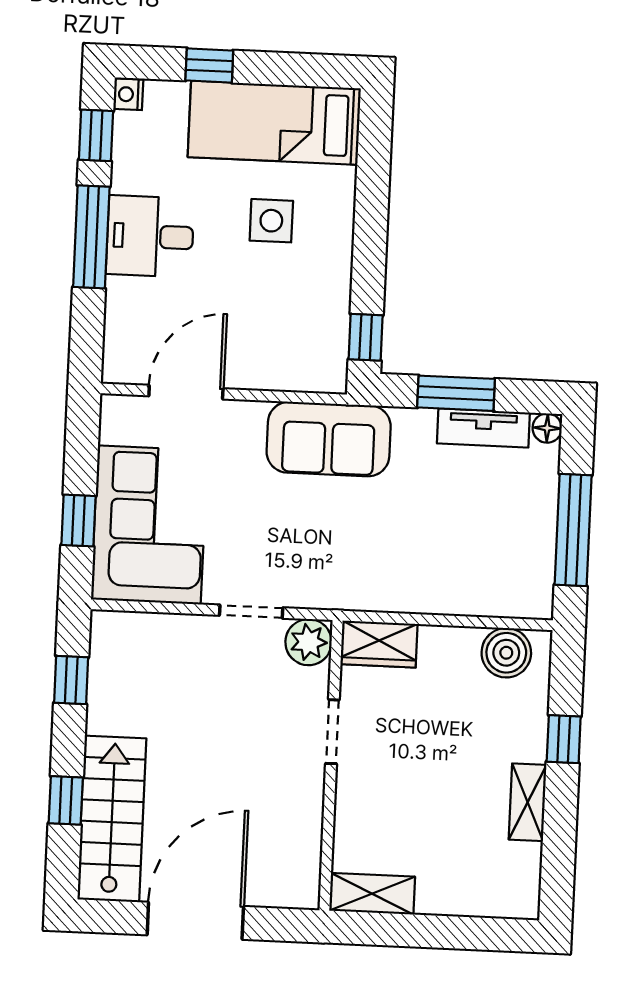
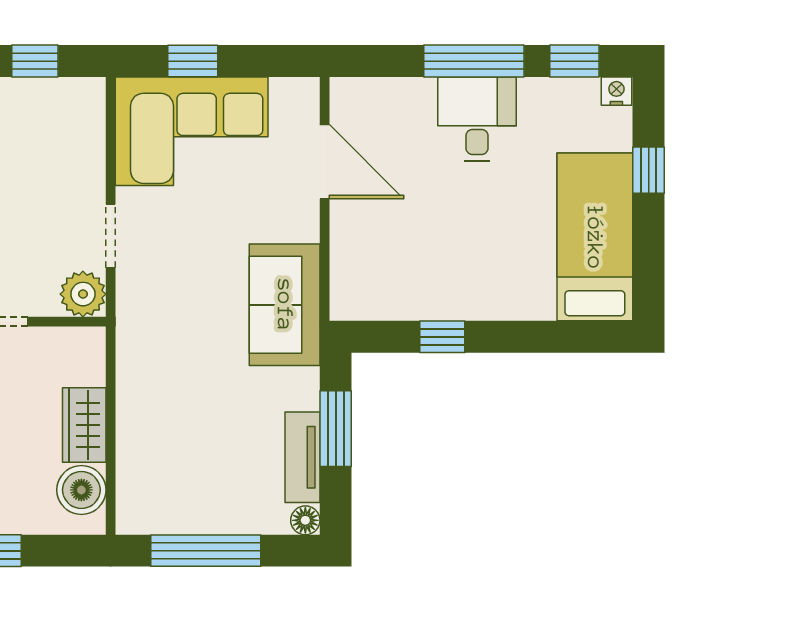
side table: (271, 221) -> (498, 238), removed
window: (366, 337) -> (442, 337), moved
wardrobe: (379, 644) -> (84, 425), moved

